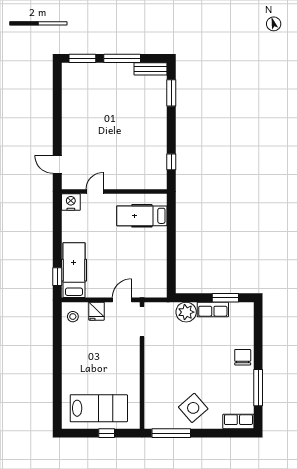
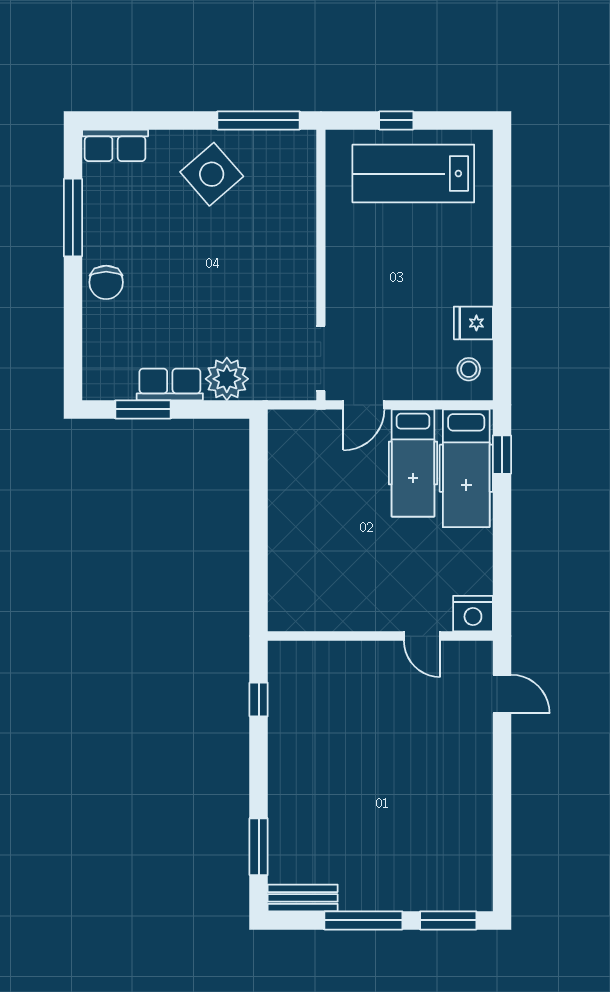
door: (95, 192) -> (422, 636), hinge flipped
hospital bed: (142, 216) -> (413, 463), moved, turned 90
fridge: (96, 311) -> (473, 323), moved, turned -90

